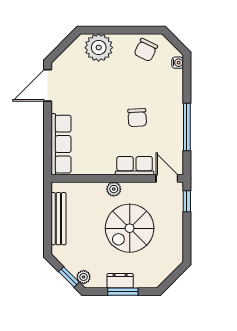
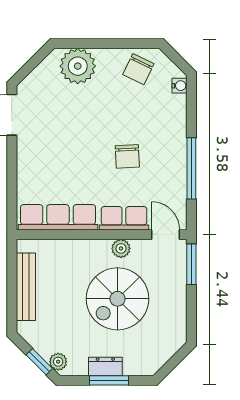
row of seats: (61, 144) -> (58, 217), moved, turned -90
plant: (114, 189) -> (121, 248), moved
window: (187, 201) -> (191, 264), width x1.50

